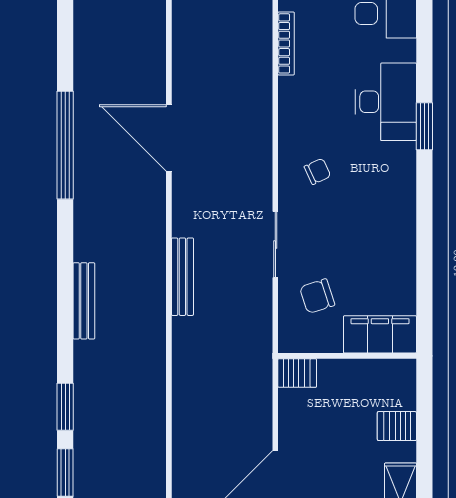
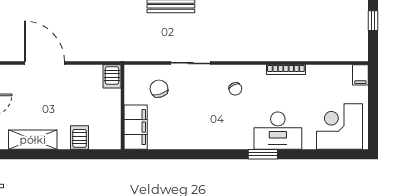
bookcase: (286, 43) -> (286, 70), moved

